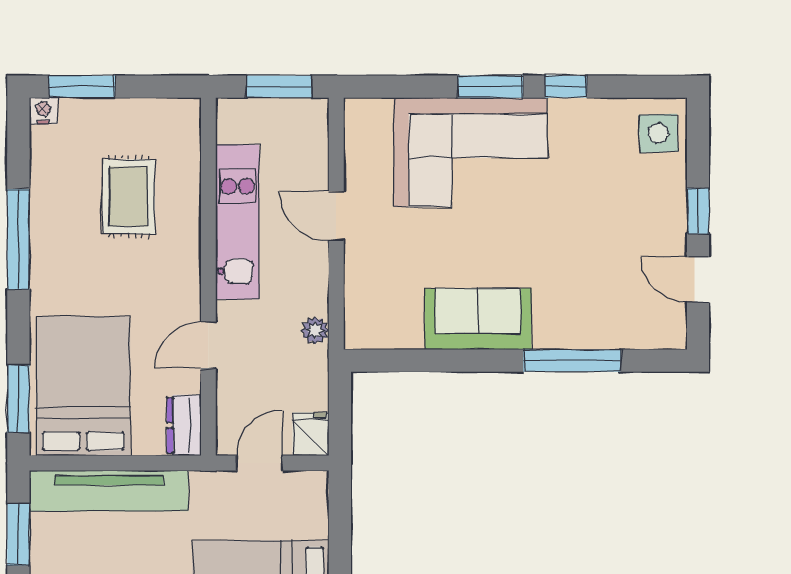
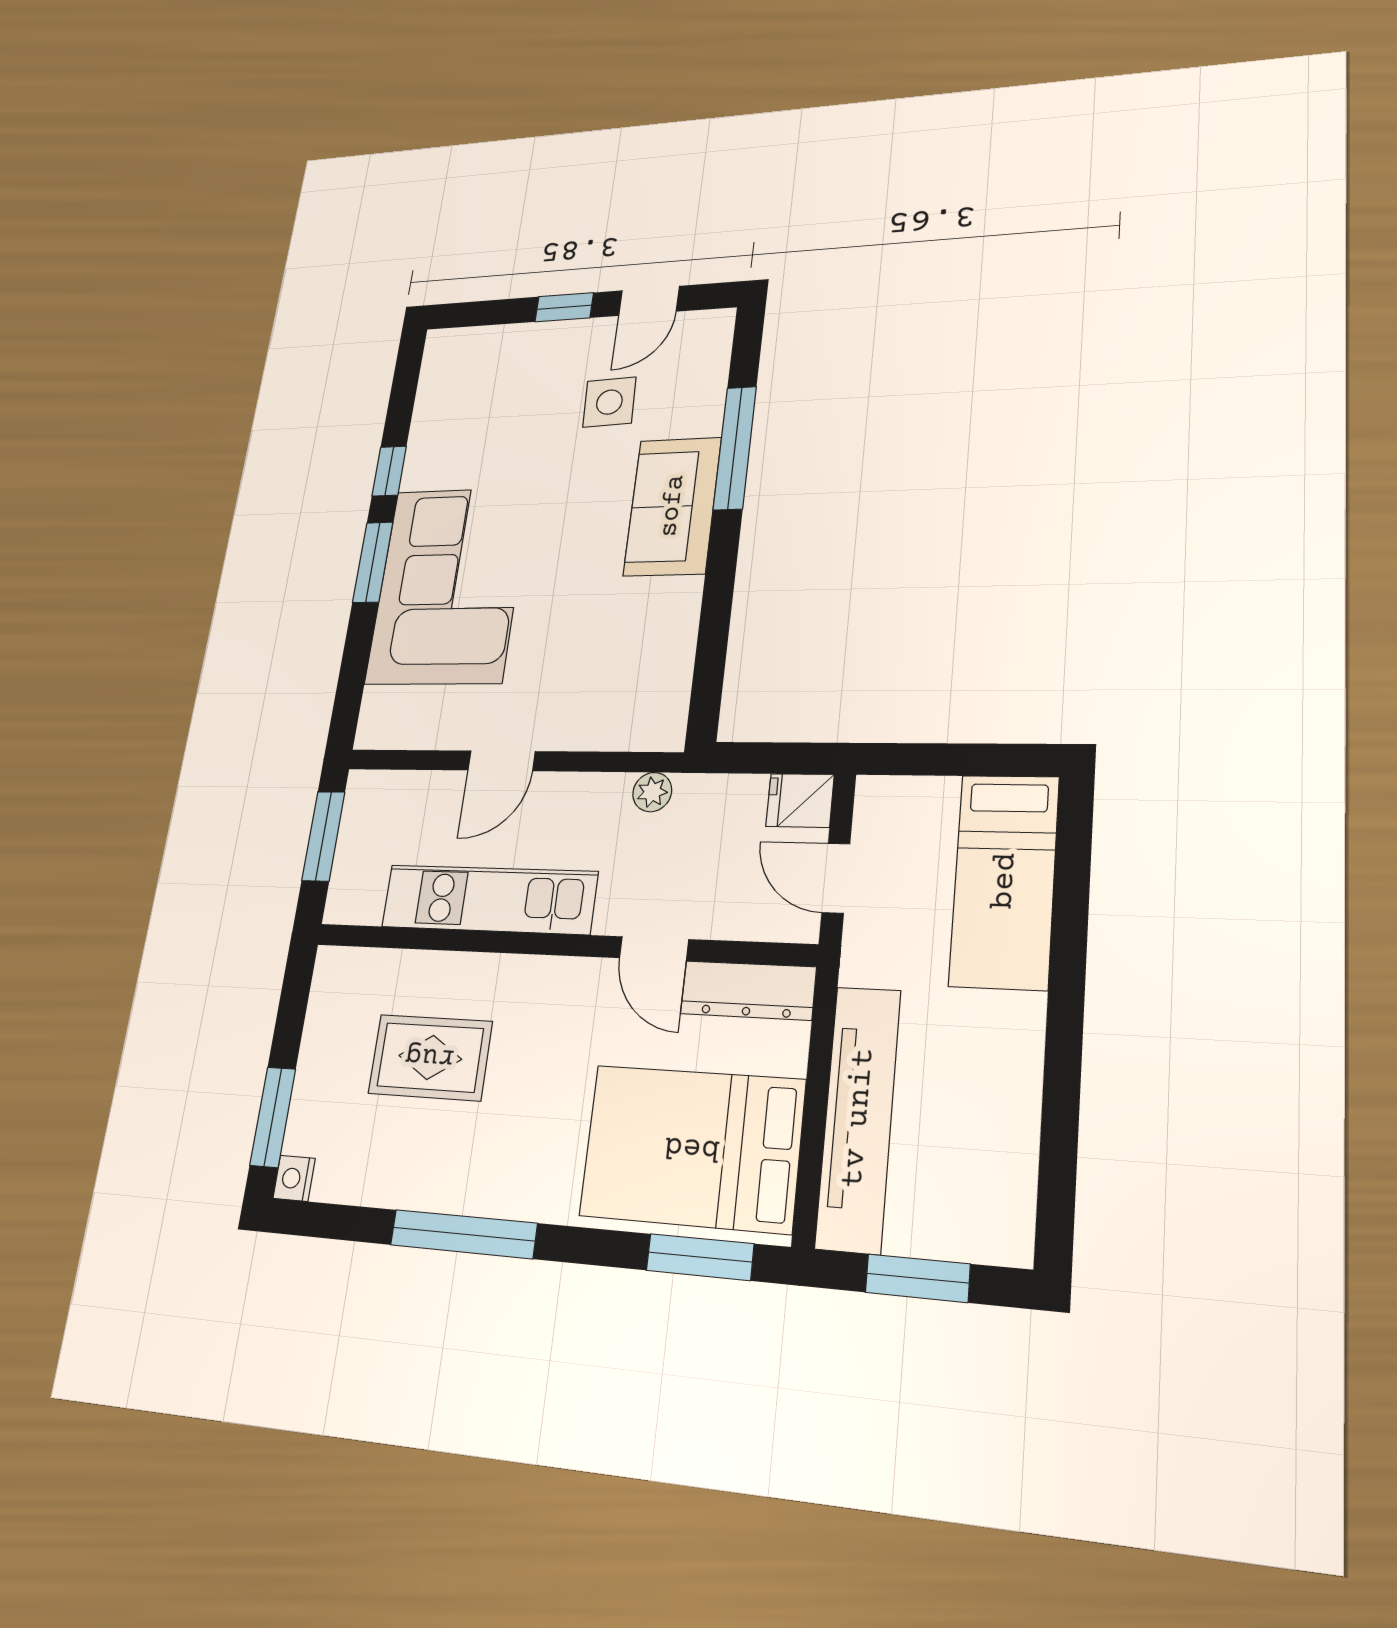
side table: (658, 133) -> (609, 402), moved
sofa: (478, 319) -> (672, 506), moved
dresser: (184, 425) -> (748, 990), width x1.44

